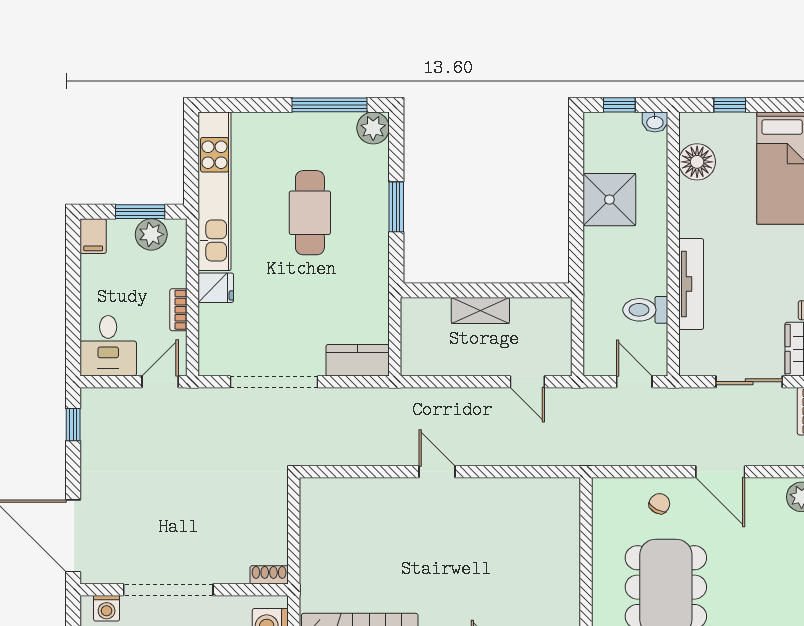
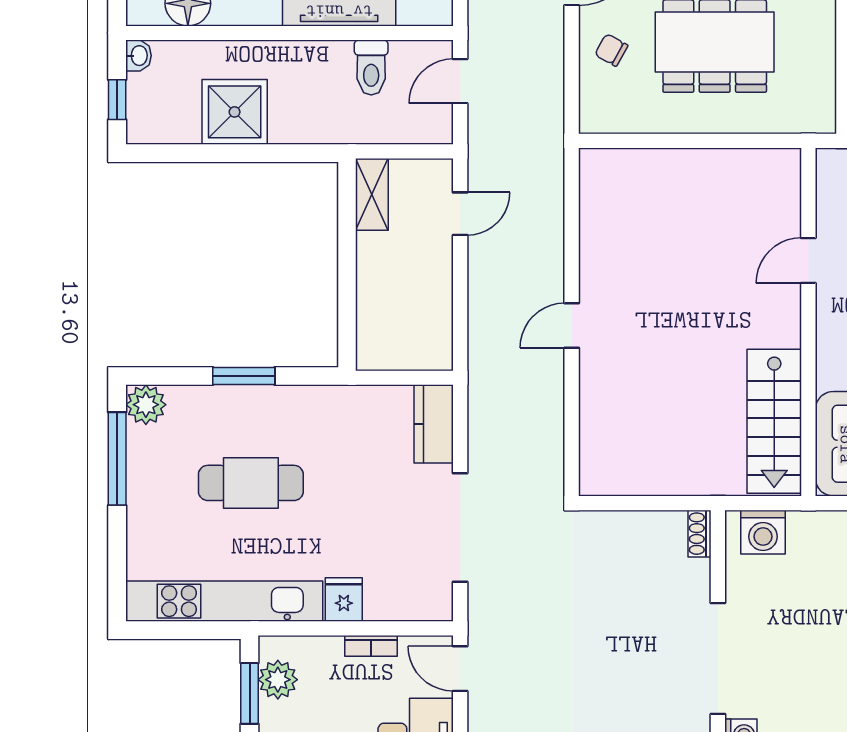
shelving: (480, 310) -> (372, 194), moved

